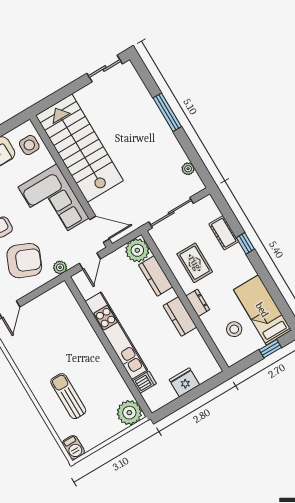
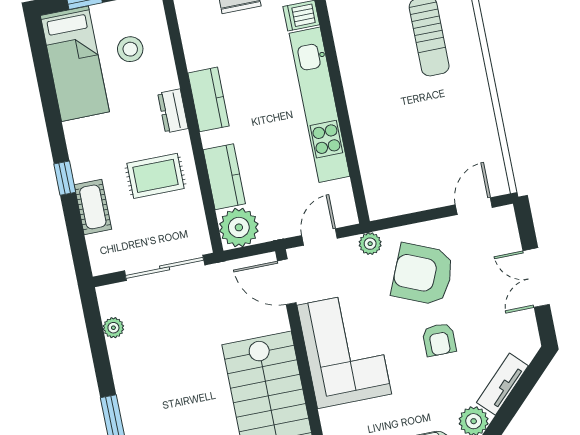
rug: (195, 263) -> (155, 176), turned 90

